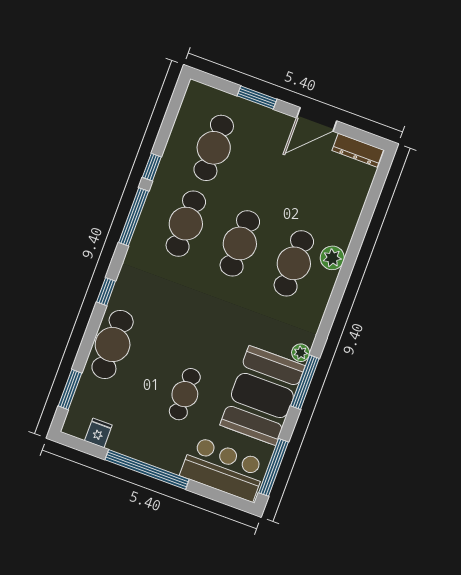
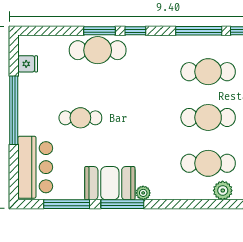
window: (70, 390) -> (99, 31), moved
booth: (262, 395) -> (110, 183), width x0.73, depth x0.70
window: (274, 467) -> (67, 204), moved

